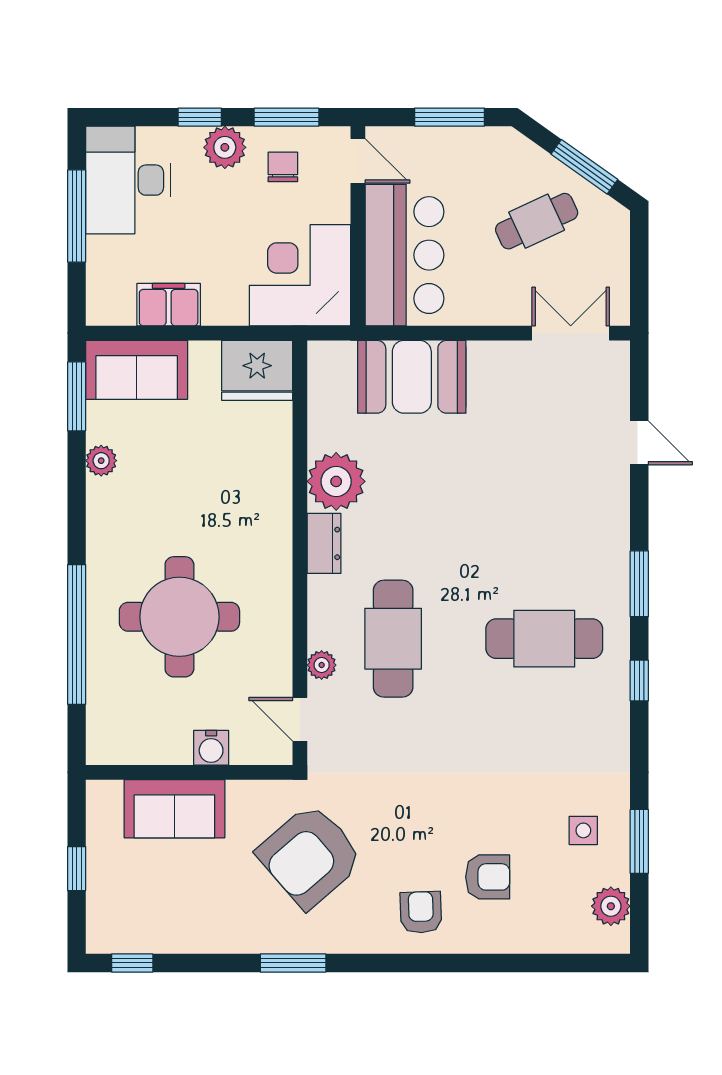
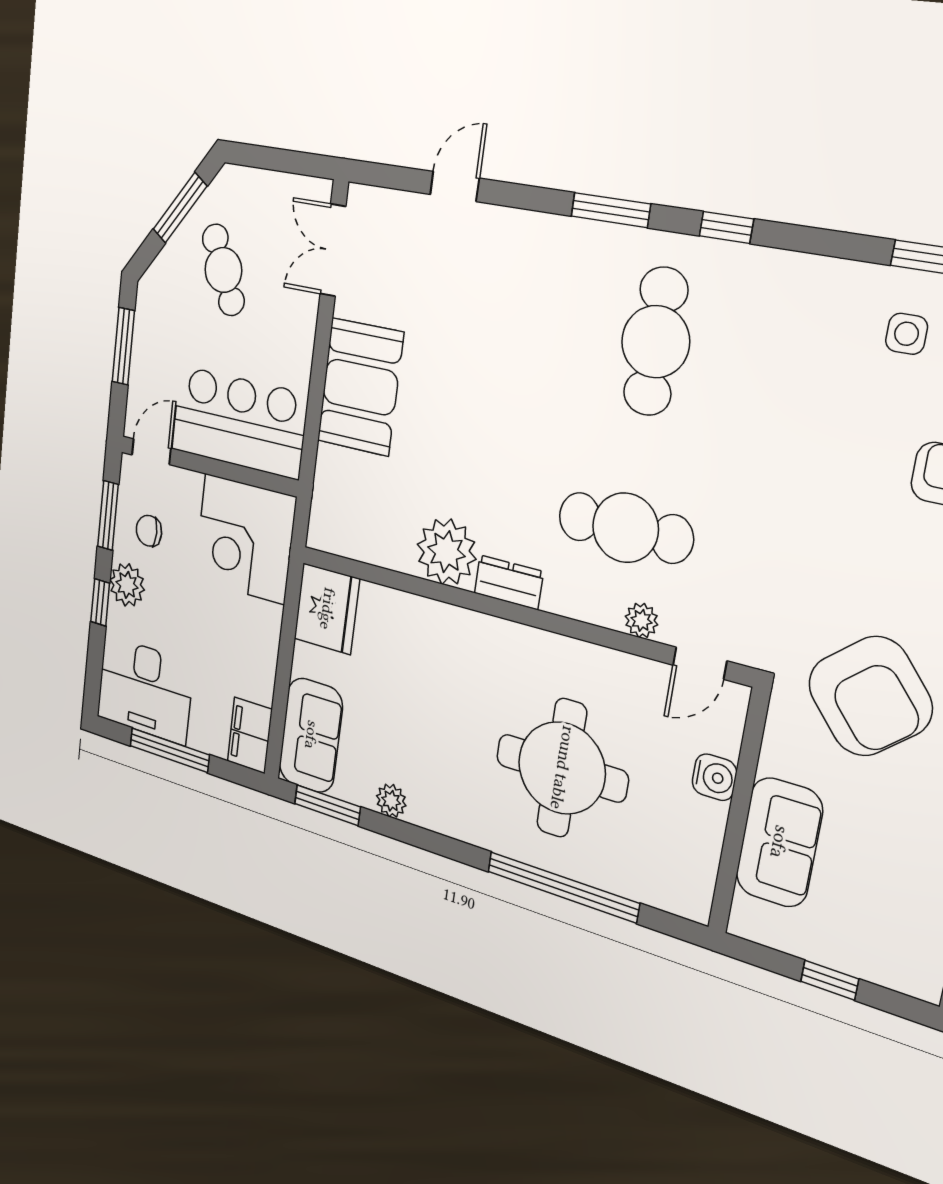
filing cabinet: (169, 305) -> (250, 735), moved
booth: (412, 377) -> (360, 387), moved

